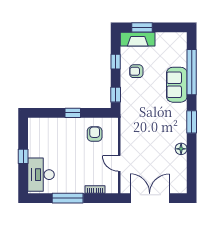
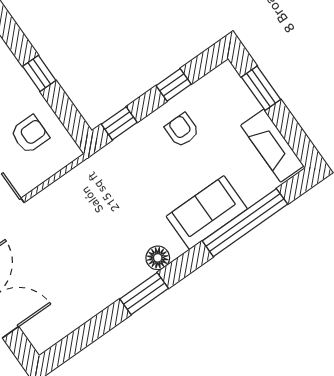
fireplace: (138, 39) -> (272, 146), moved
window: (192, 122) -> (144, 294), moved
floor lamp: (181, 149) -> (158, 258), moved

